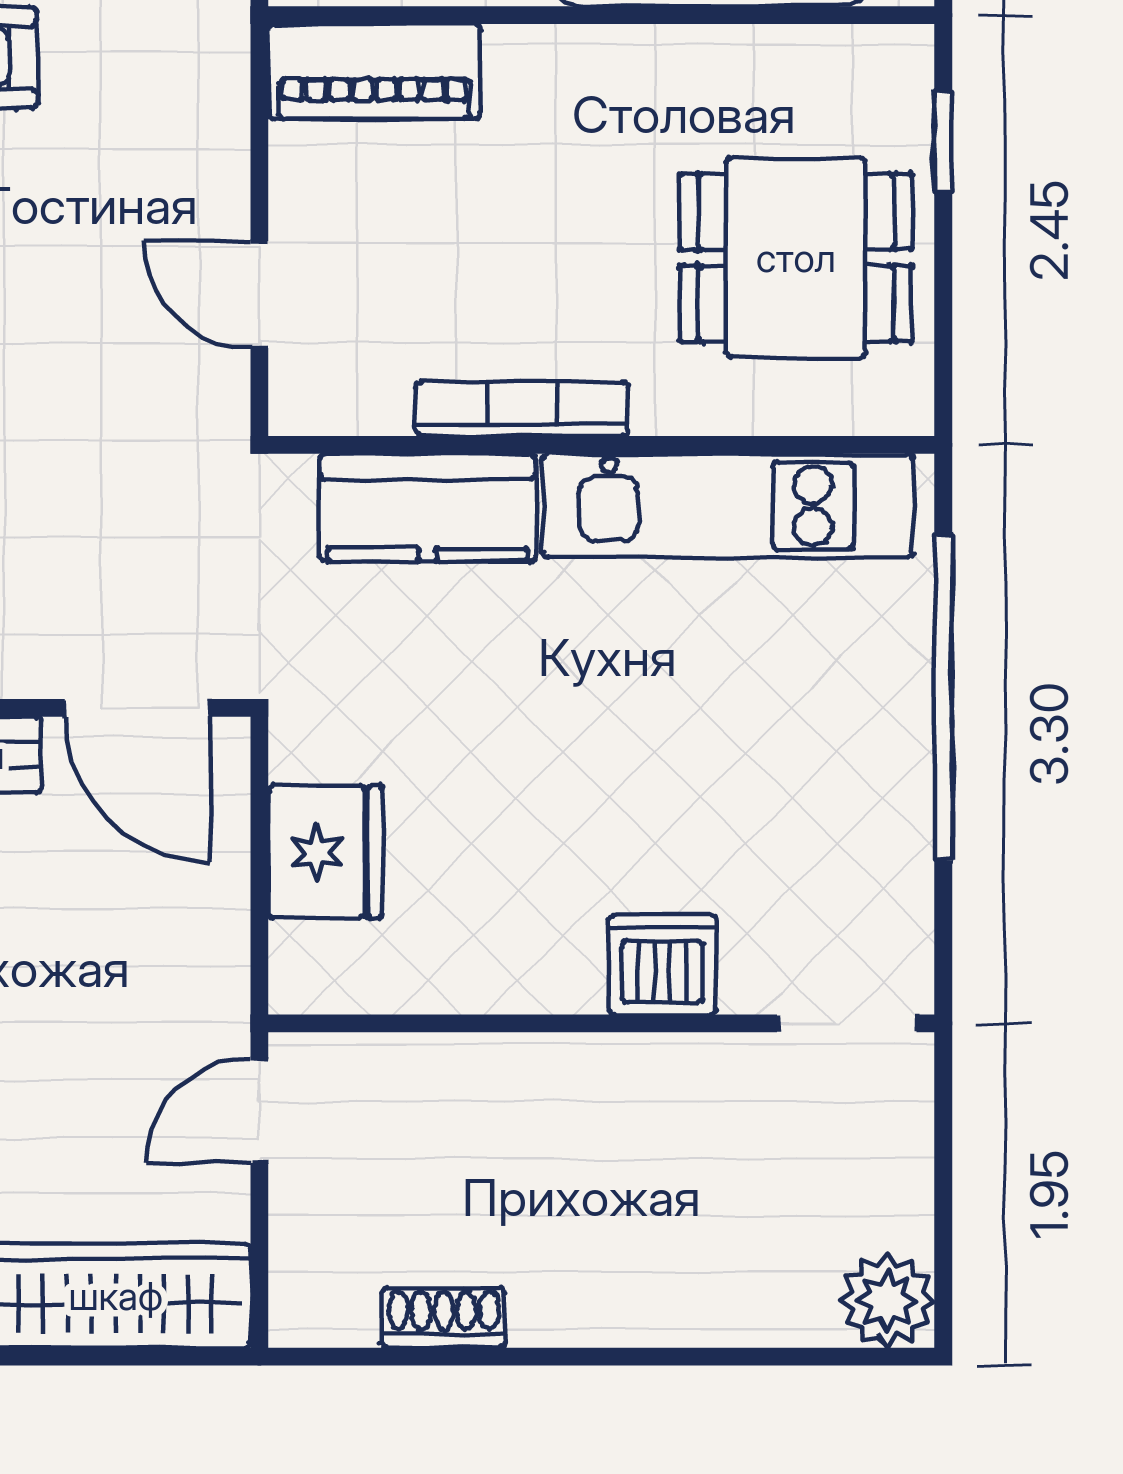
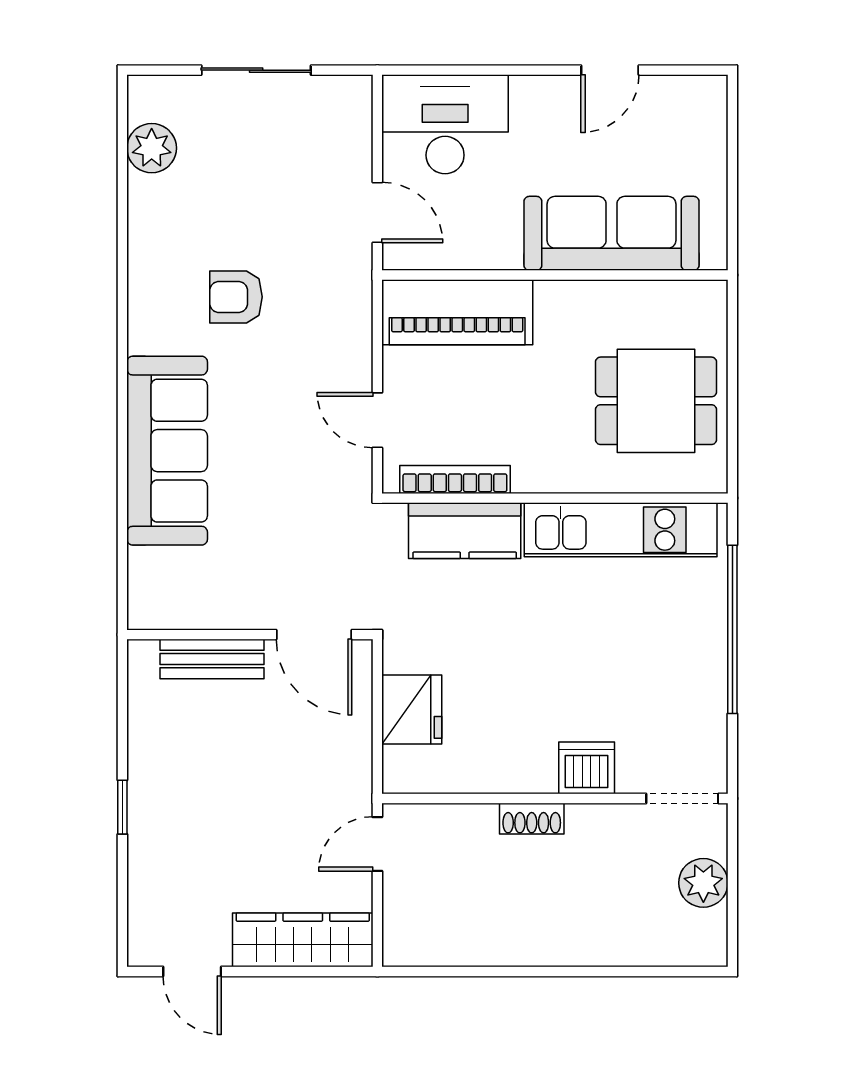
piano: (374, 71) -> (457, 312), width x1.37, depth x1.33
window: (943, 142) -> (732, 341), removed
bookcase: (522, 409) -> (455, 479), moved
plant: (887, 1301) -> (703, 883), moved
shoe rack: (444, 1318) -> (532, 819), moved, turned 180

